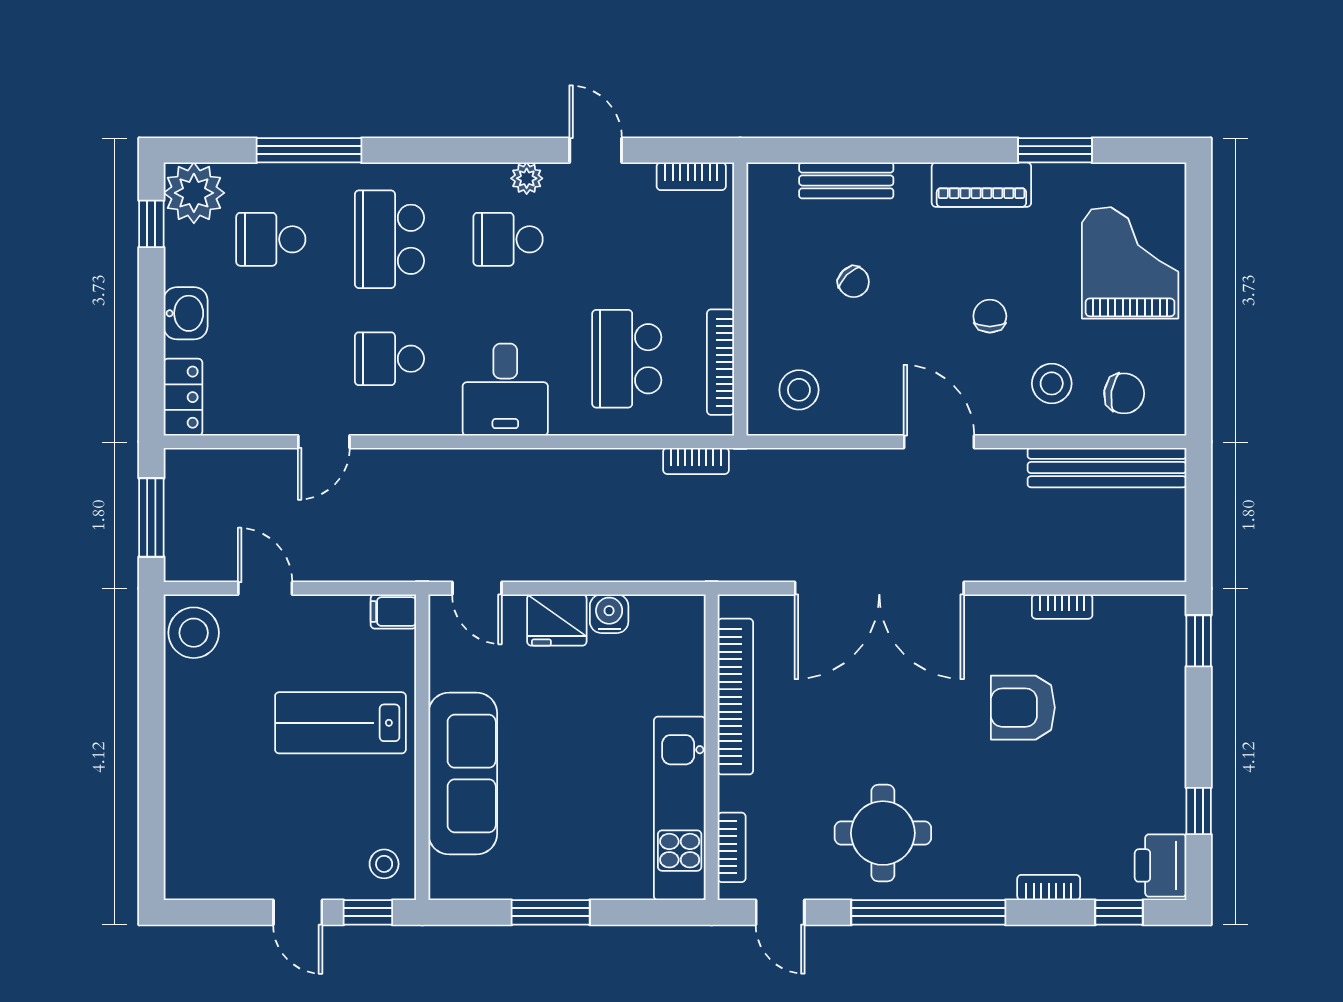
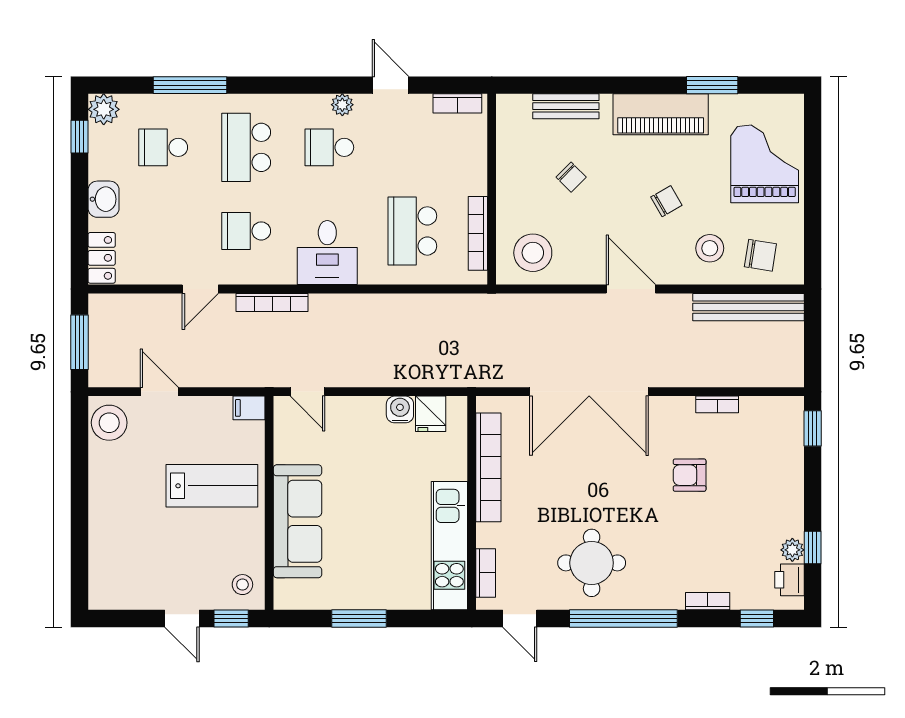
piano: (981, 185) -> (661, 114), width x1.37, depth x1.33
plant: (194, 193) -> (104, 109), width x0.73, depth x0.73
chair: (990, 316) -> (666, 201), turned 60
stool: (799, 390) -> (533, 253), width x1.38, depth x1.38
bookcase: (696, 461) -> (272, 302), moved, width x1.56
fridge: (557, 620) -> (431, 414), moved, width x0.72
armchair: (1023, 708) -> (690, 475), width x0.72, depth x0.72
lab bench: (340, 723) -> (212, 486), turned 180
plant: (1170, 814) -> (792, 550), added
printer: (1161, 865) -> (789, 580), width x0.73, depth x0.81

